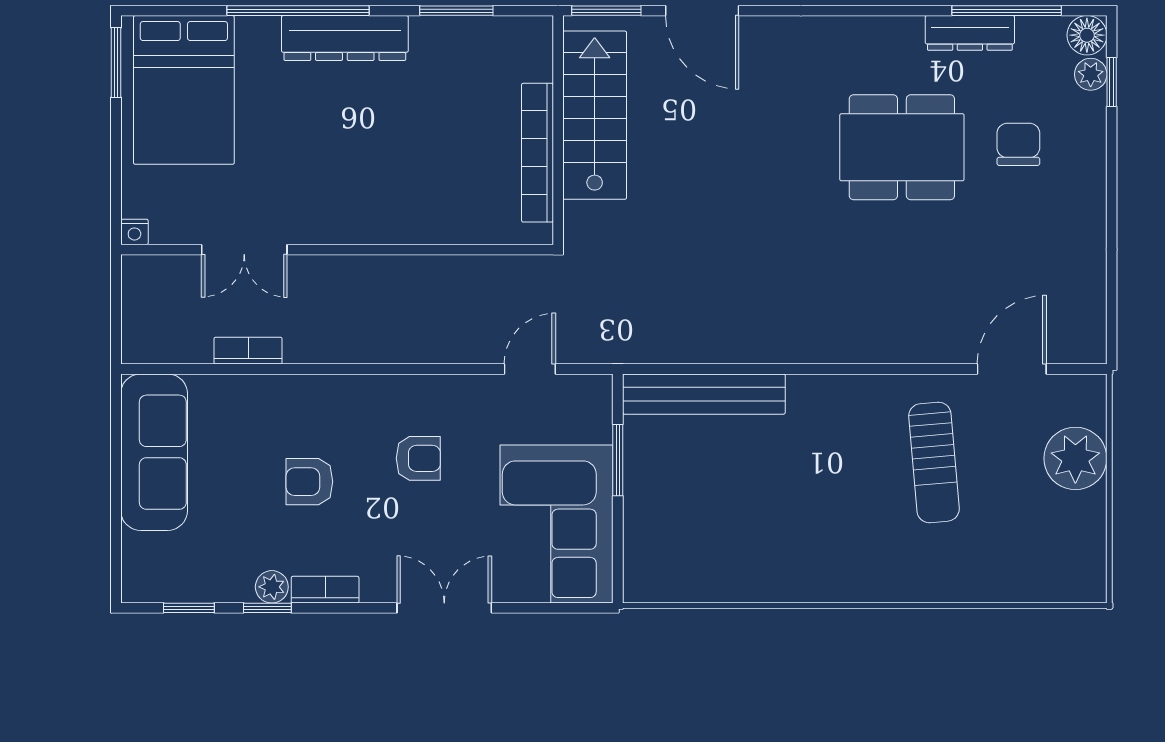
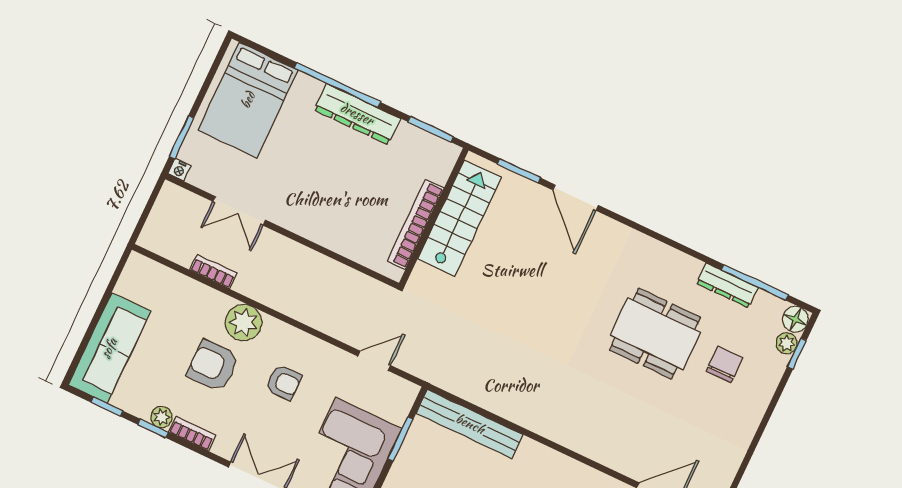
window: (116, 63) -> (182, 137), moved
stairs: (595, 115) -> (460, 218), moved
wall: (558, 130) -> (434, 217), moved
bookcase: (537, 153) -> (415, 224), moved
plant: (323, 402) -> (244, 322), added
sofa: (154, 452) -> (109, 348), moved
armchair: (309, 482) -> (213, 366), width x1.38, depth x1.38

